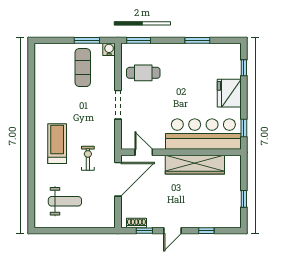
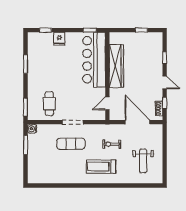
exercise mat: (83, 68) -> (71, 144), moved
fridge: (229, 93) -> (59, 39), width x0.53, depth x0.75
door: (118, 179) -> (137, 122), moved
weight bench: (65, 201) -> (143, 161), turned 180

